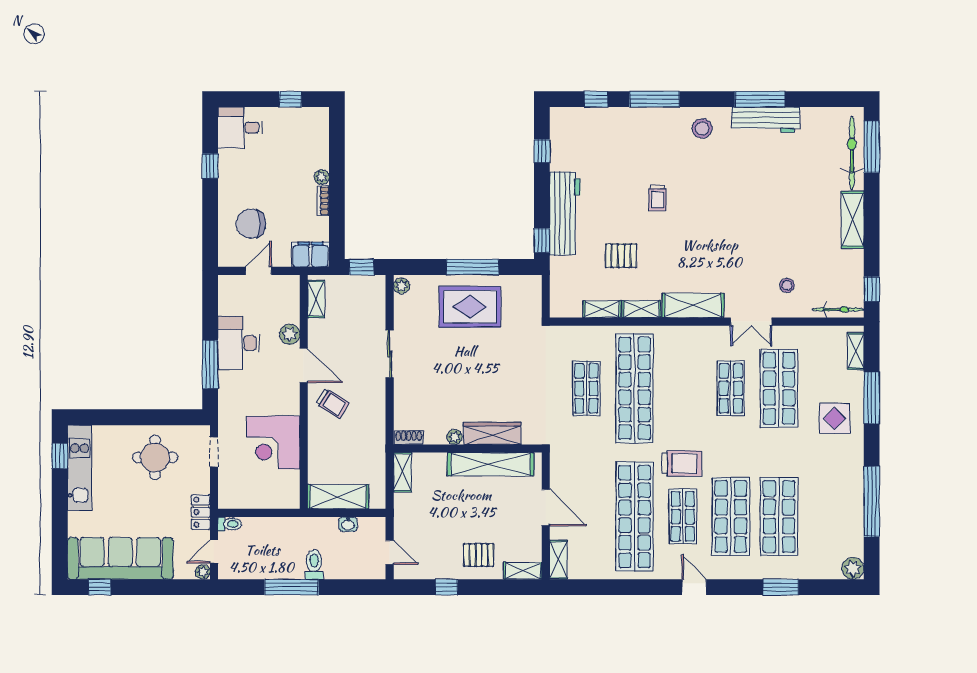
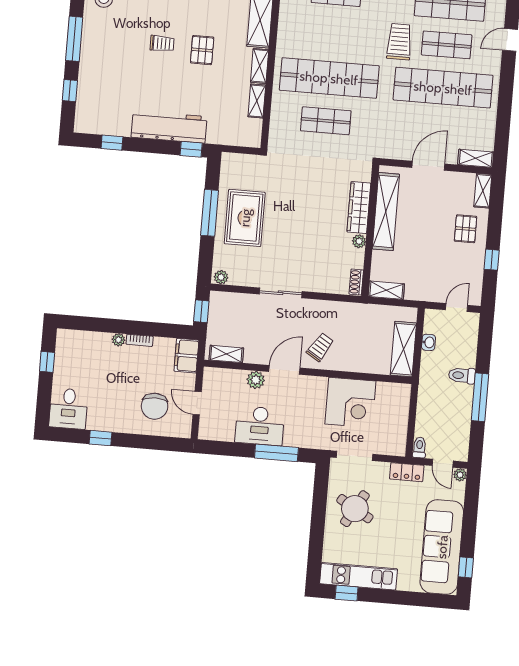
pallet: (621, 256) -> (202, 50), moved
doorway: (214, 452) -> (354, 456), width x1.38
round table: (155, 457) -> (355, 509), turned 30

